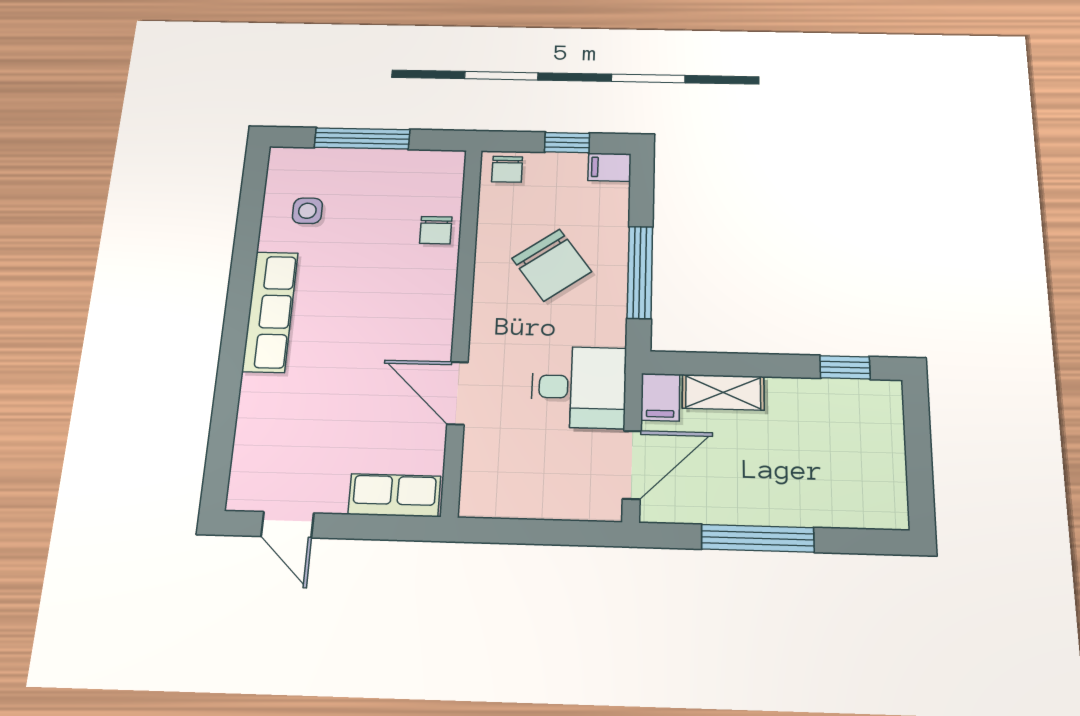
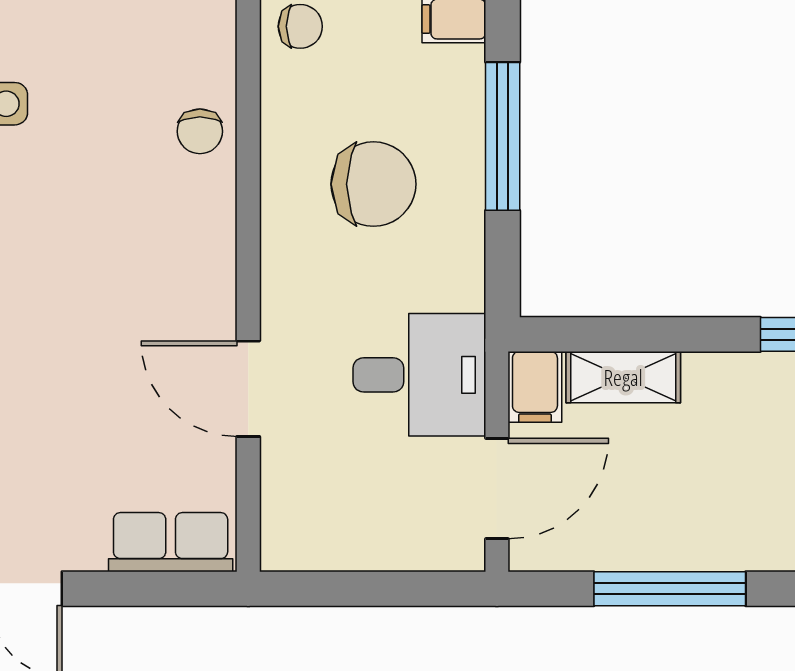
chair: (507, 169) -> (300, 26), turned -90
chair: (552, 265) -> (373, 184), turned -54
window: (640, 272) -> (503, 136), moved

